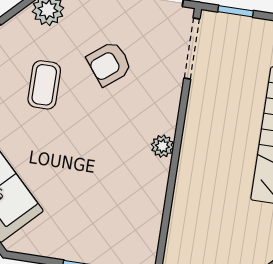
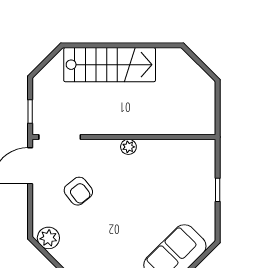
coffee table: (44, 85) -> (99, 233), removed

